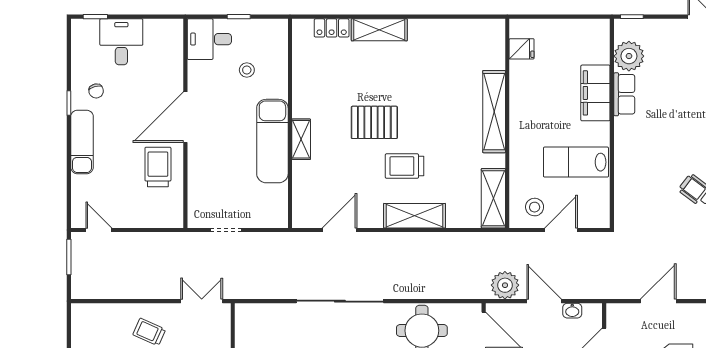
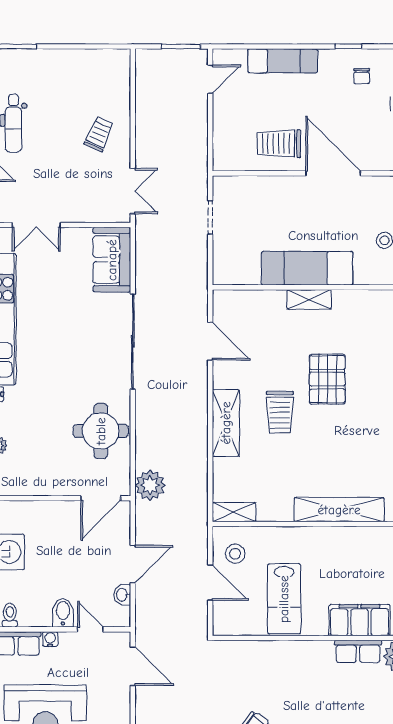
chair: (96, 91) -> (362, 76), turned -75
exam couch: (82, 142) -> (283, 61), moved
lab bench: (576, 162) -> (284, 599), turned 180
trolley: (405, 166) -> (280, 412), turned 180
trolley: (158, 167) -> (279, 144), turned 180
shelving: (493, 198) -> (234, 512), width x0.67, depth x0.75
plant: (505, 285) -> (150, 485), moved
door: (658, 301) -> (133, 666), moved
sofa: (265, 320) -> (112, 260), added

